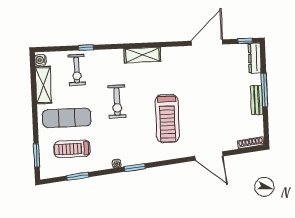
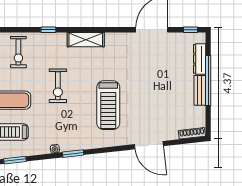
window: (86, 48) -> (48, 30), moved
dresser: (255, 58) -> (200, 59), moved
window: (264, 90) -> (208, 80), width x1.46

